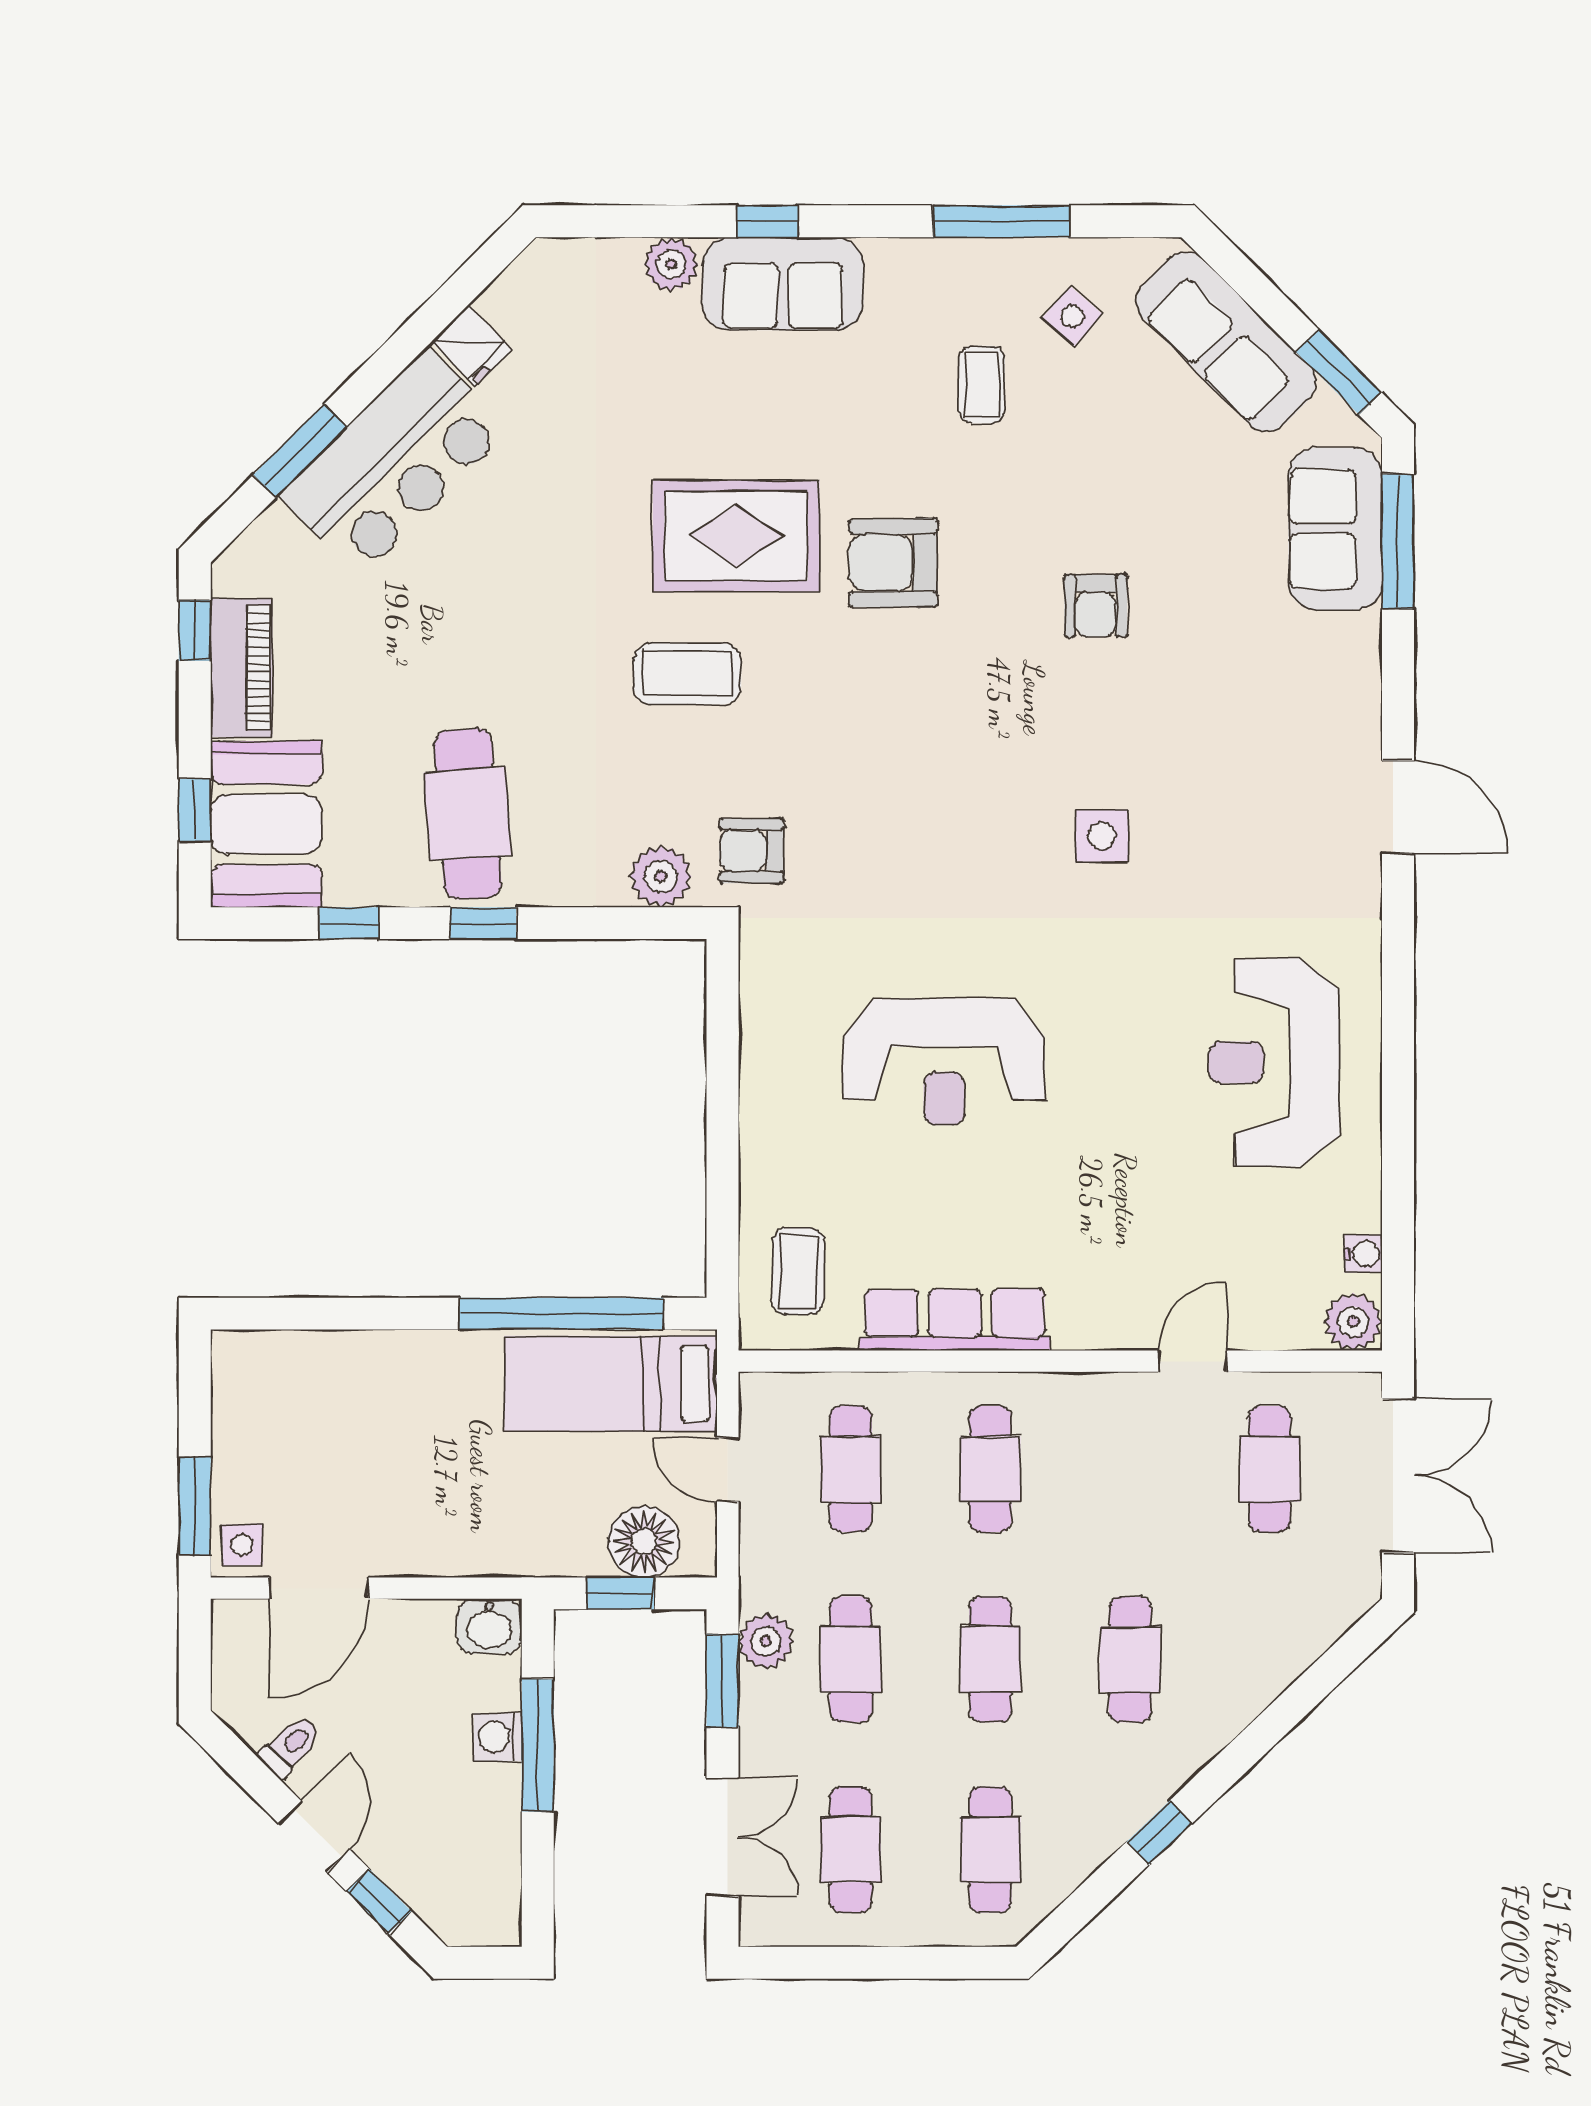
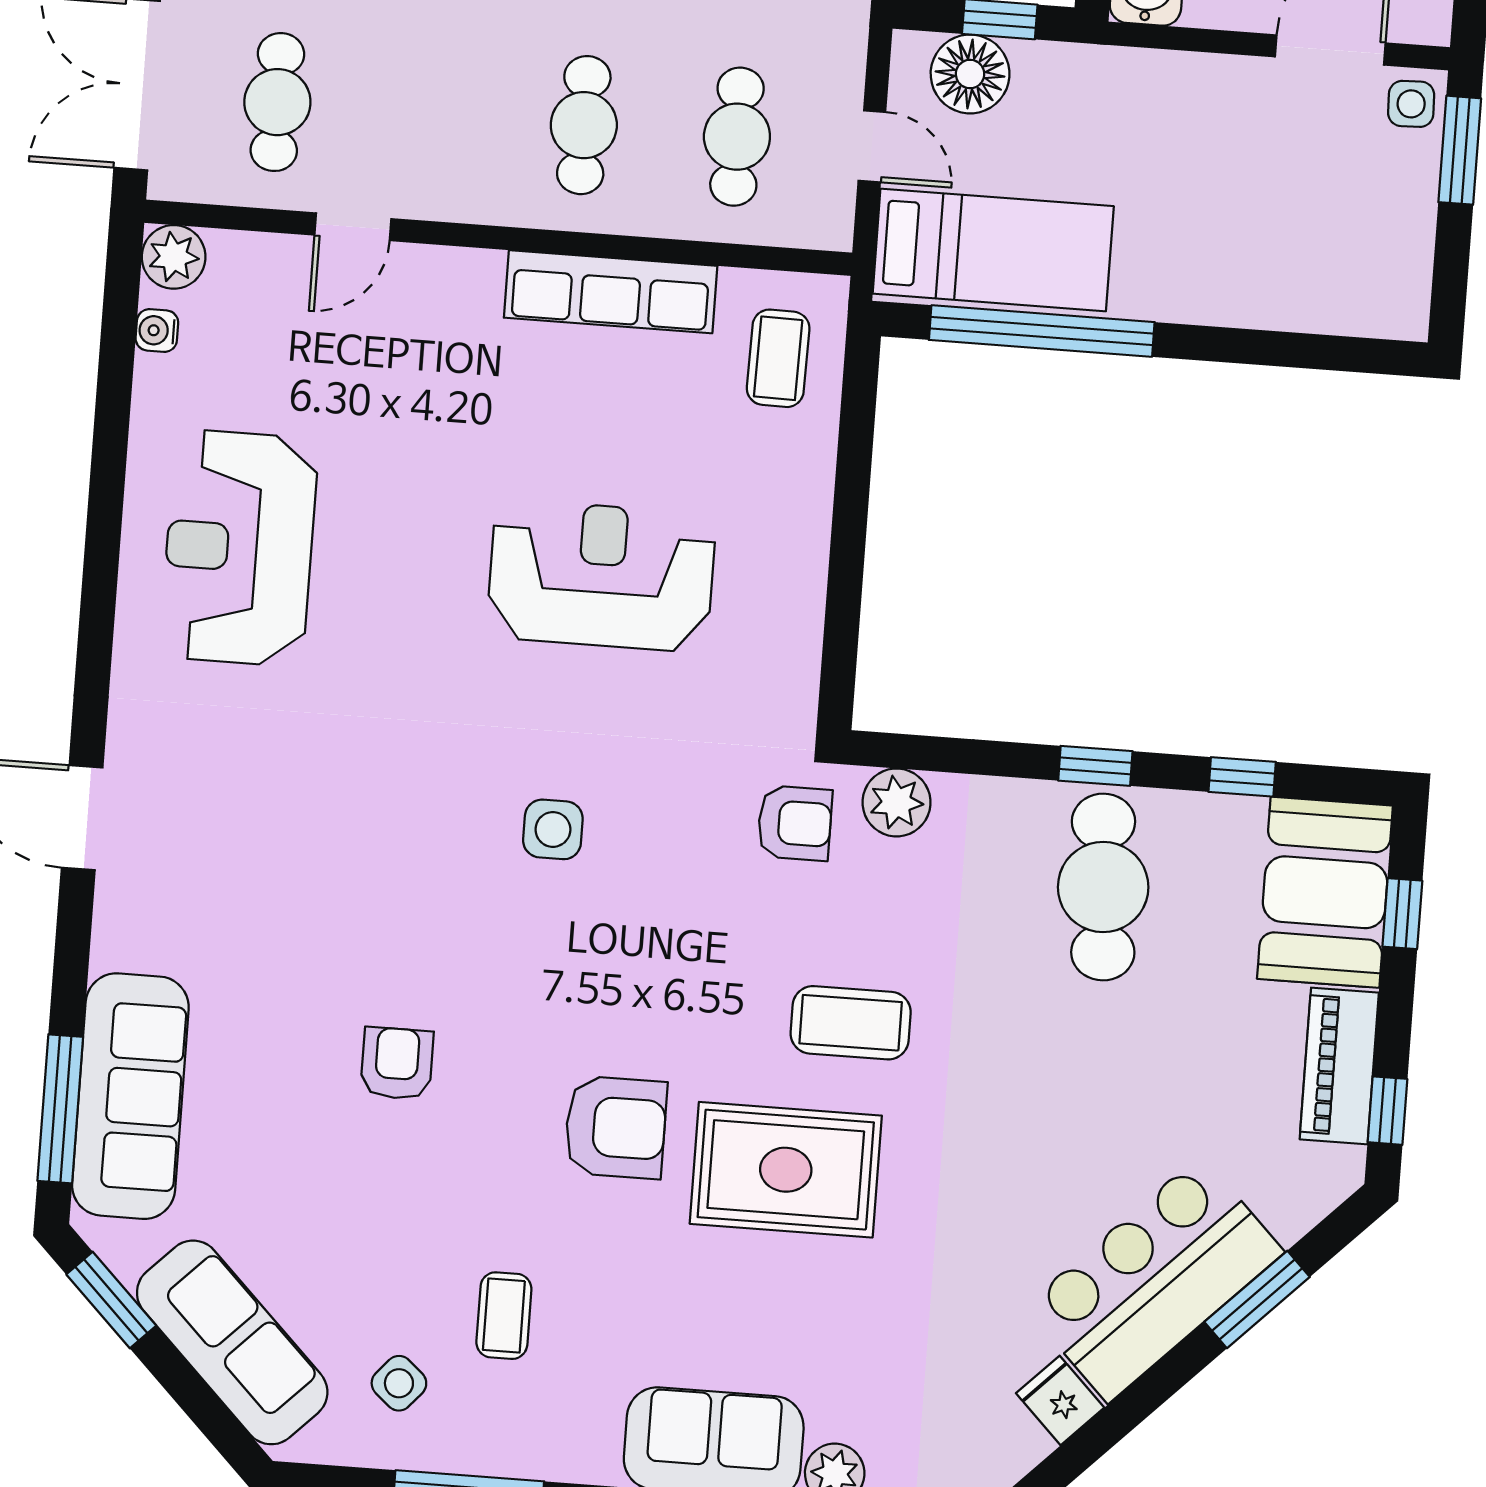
sofa: (1335, 529) -> (130, 1096), width x1.36
side table: (1102, 836) -> (553, 829), moved
reception desk: (1274, 1062) -> (239, 548), turned 180

